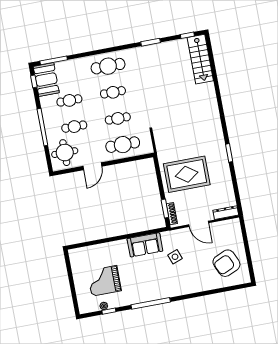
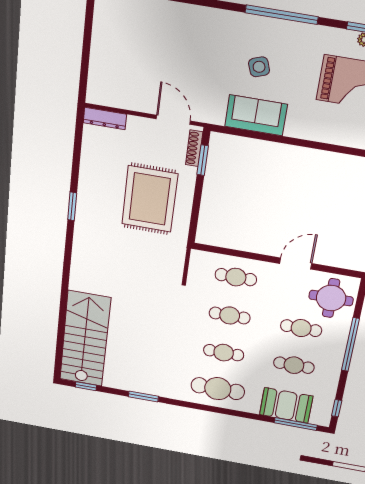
stairs: (200, 59) -> (85, 339), width x1.36, depth x1.51
booth: (46, 80) -> (286, 405), moved, turned 90
cafe table: (123, 145) -> (236, 277), width x0.73, depth x0.74
rug: (187, 174) -> (150, 199), turned 90
door: (199, 224) -> (173, 120), moved
side table: (175, 257) -> (259, 67), moved
armchair: (226, 263) -> (128, 36), removed

